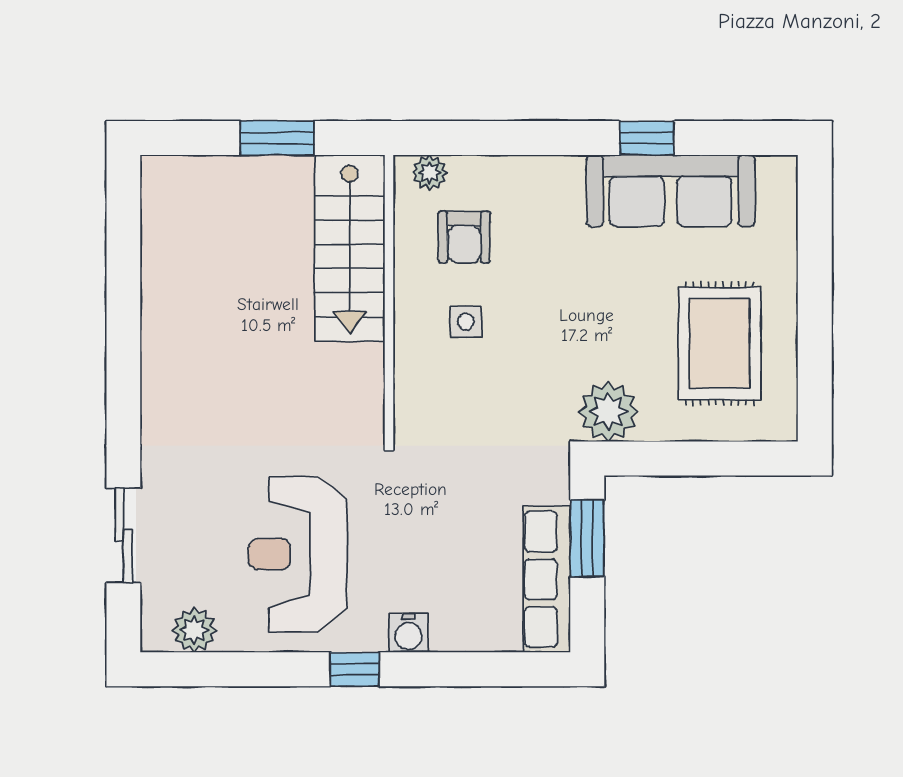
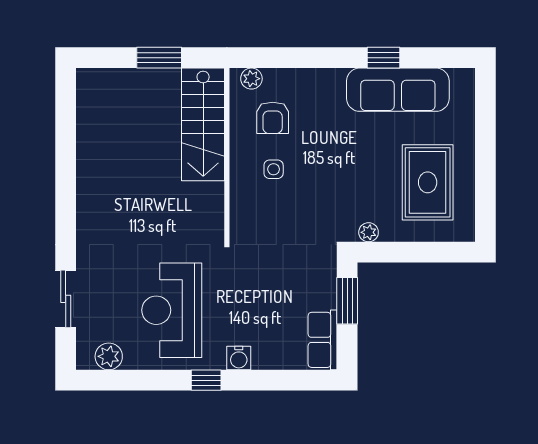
plant: (608, 412) -> (369, 232), width x0.53, depth x0.53
row of seats: (547, 579) -> (323, 340), width x0.68

